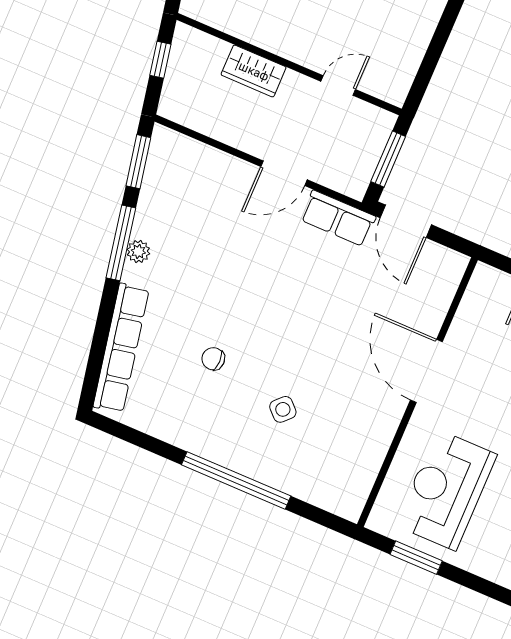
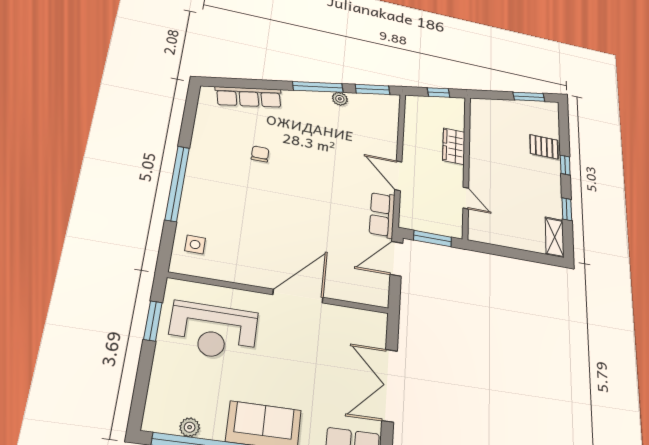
plant: (138, 251) -> (340, 99), moved
row of seats: (121, 348) -> (249, 97), width x0.73
side table: (283, 409) -> (195, 244), moved, turned 45
reception desk: (446, 490) -> (213, 331), turned 180

